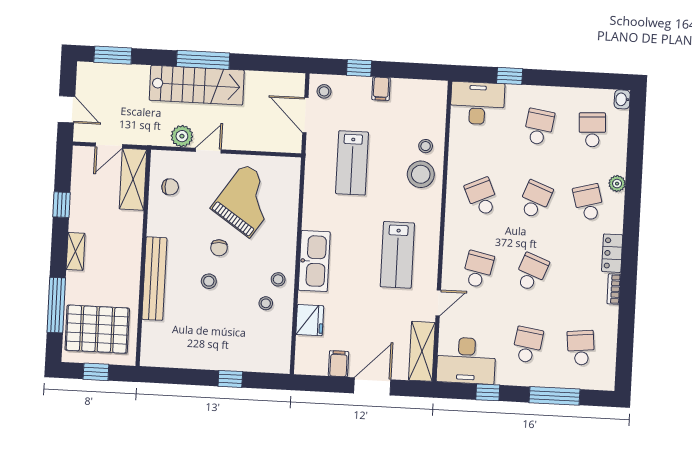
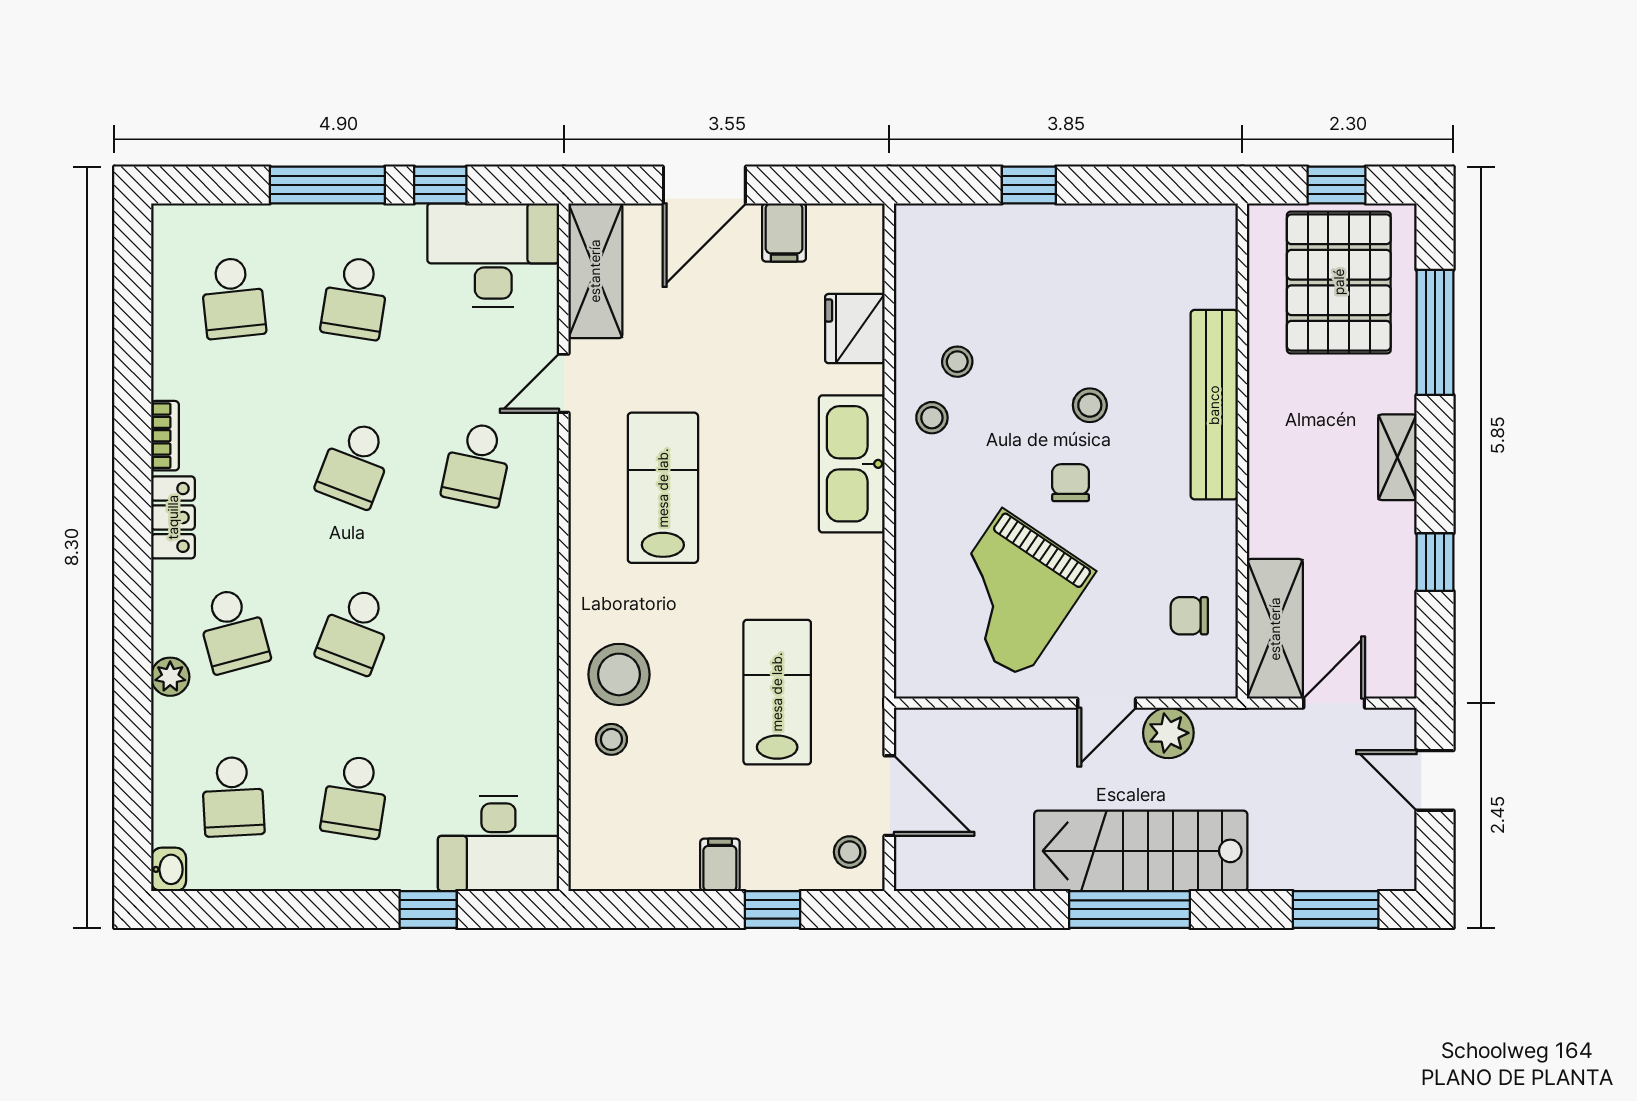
school desk: (482, 197) -> (477, 630), removed
pallet: (97, 329) -> (1339, 282), turned 90
window: (555, 396) -> (327, 185), moved

